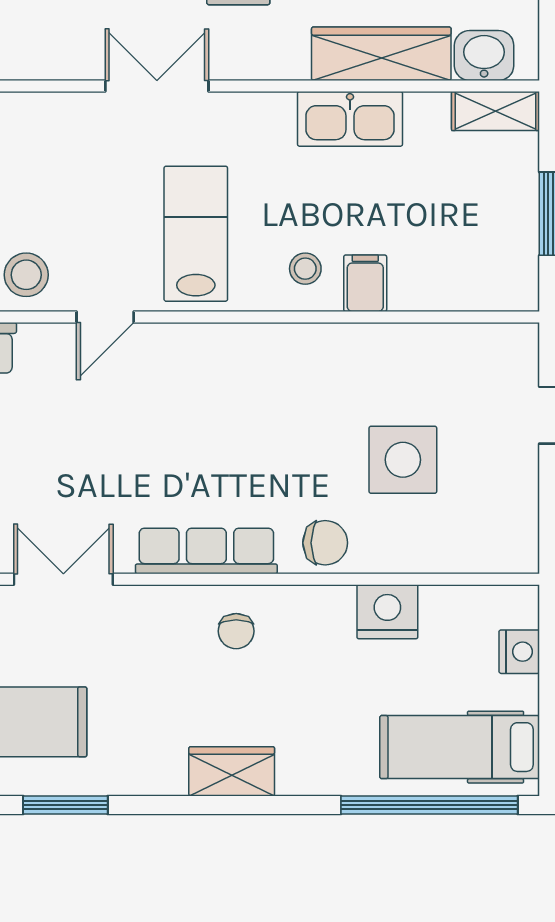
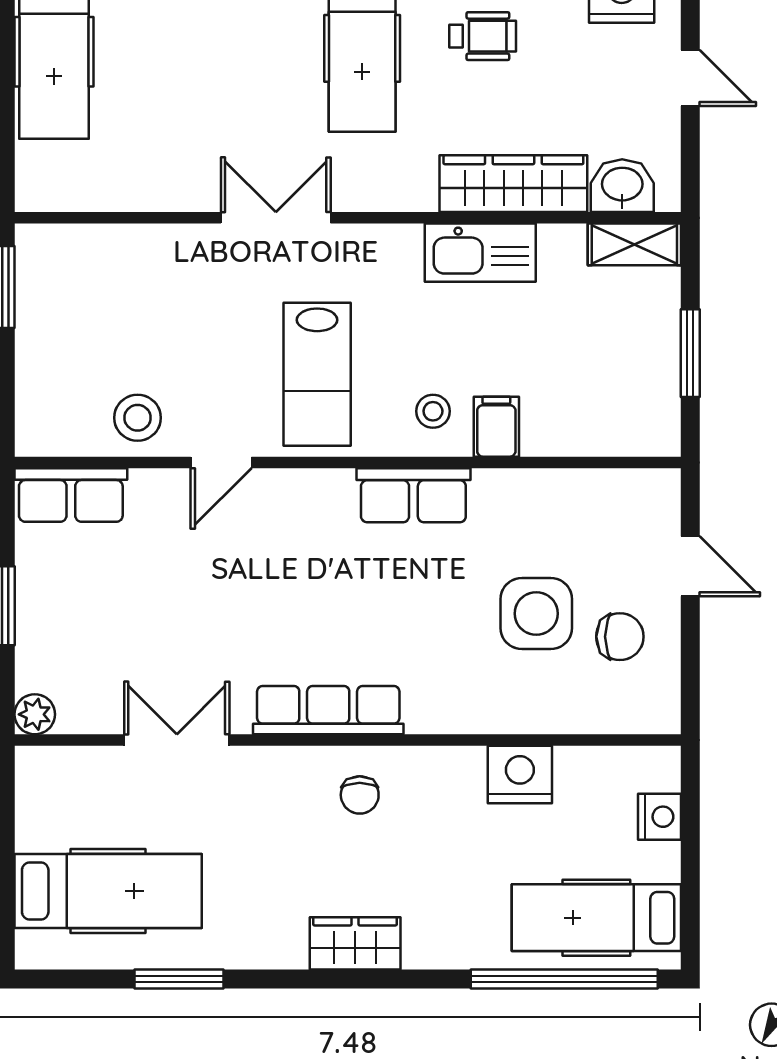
lab bench: (196, 234) -> (317, 374), turned 180
row of seats: (287, 348) -> (413, 495), added
chair: (325, 543) -> (620, 637), moved

